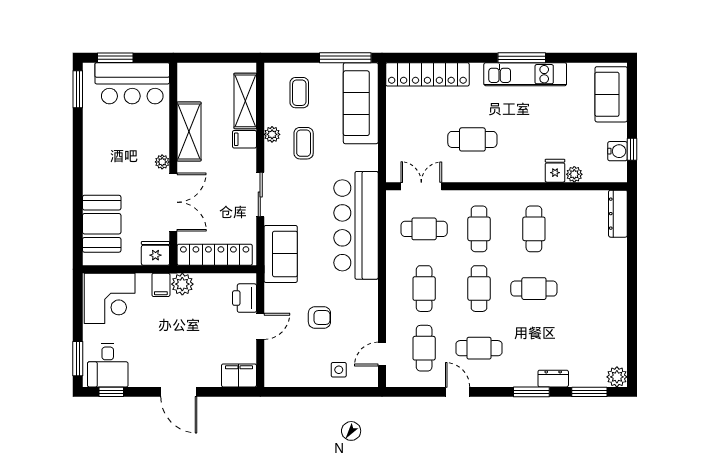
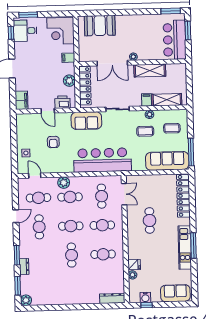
fridge: (155, 253) -> (85, 54), removed
plant: (182, 284) -> (69, 81), moved
plant: (397, 300) -> (64, 183), added

